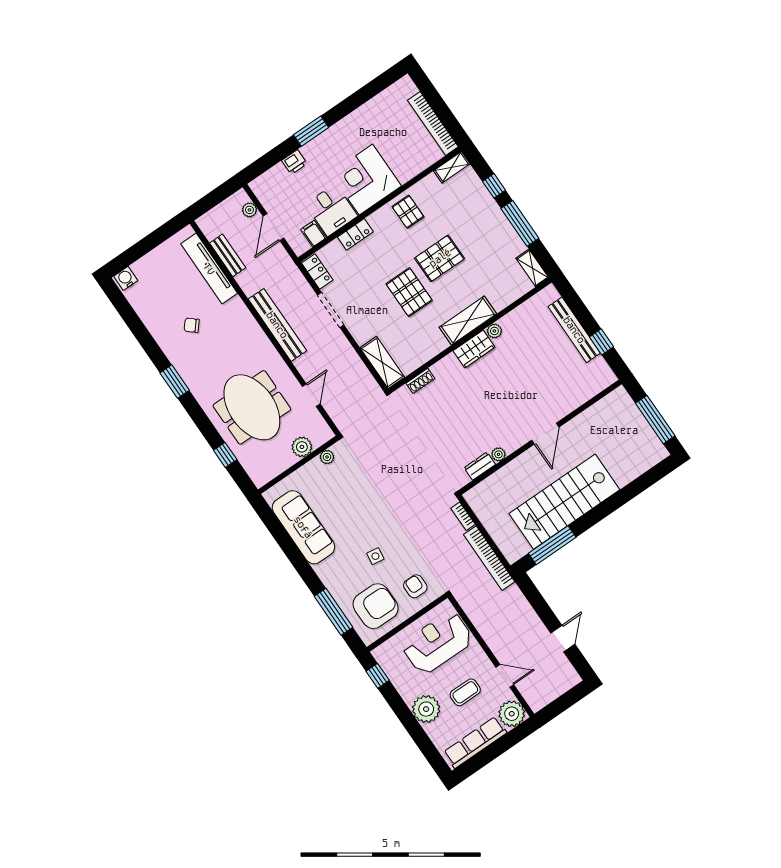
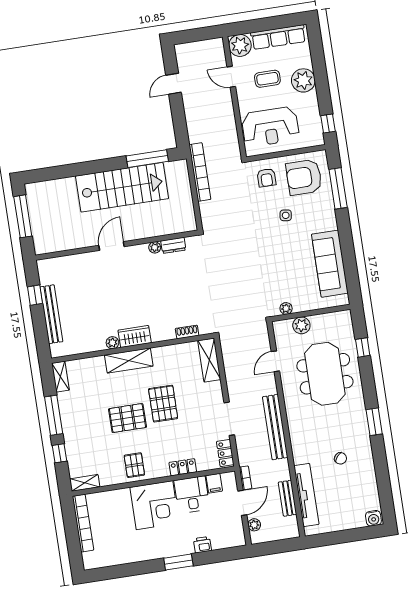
bookcase: (463, 516) -> (245, 478), moved

